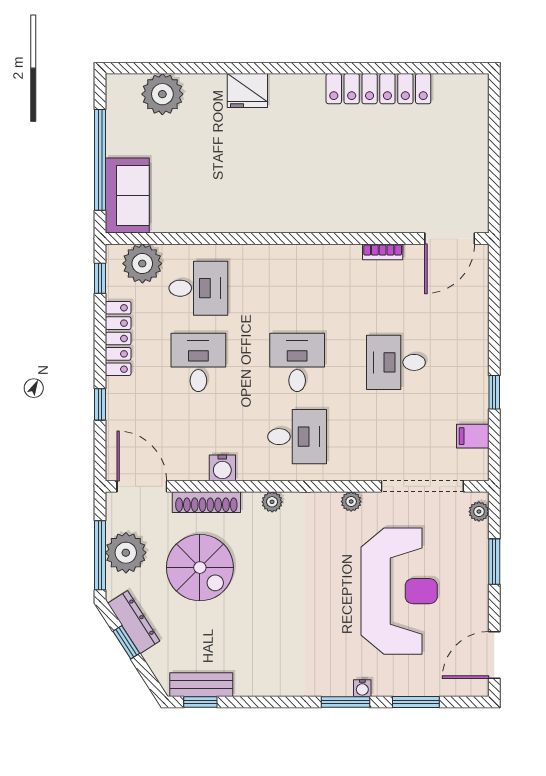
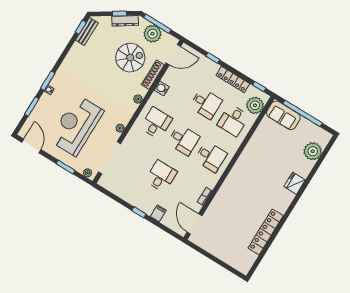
desk: (297, 288) -> (211, 157), added
window: (494, 392) -> (139, 212), moved
filing cabinet: (473, 436) -> (158, 213), moved
desk: (297, 437) -> (156, 123), turned 180
spiral stairs: (200, 568) -> (130, 58), turned 180
reception desk: (399, 591) -> (76, 125), turned 90

